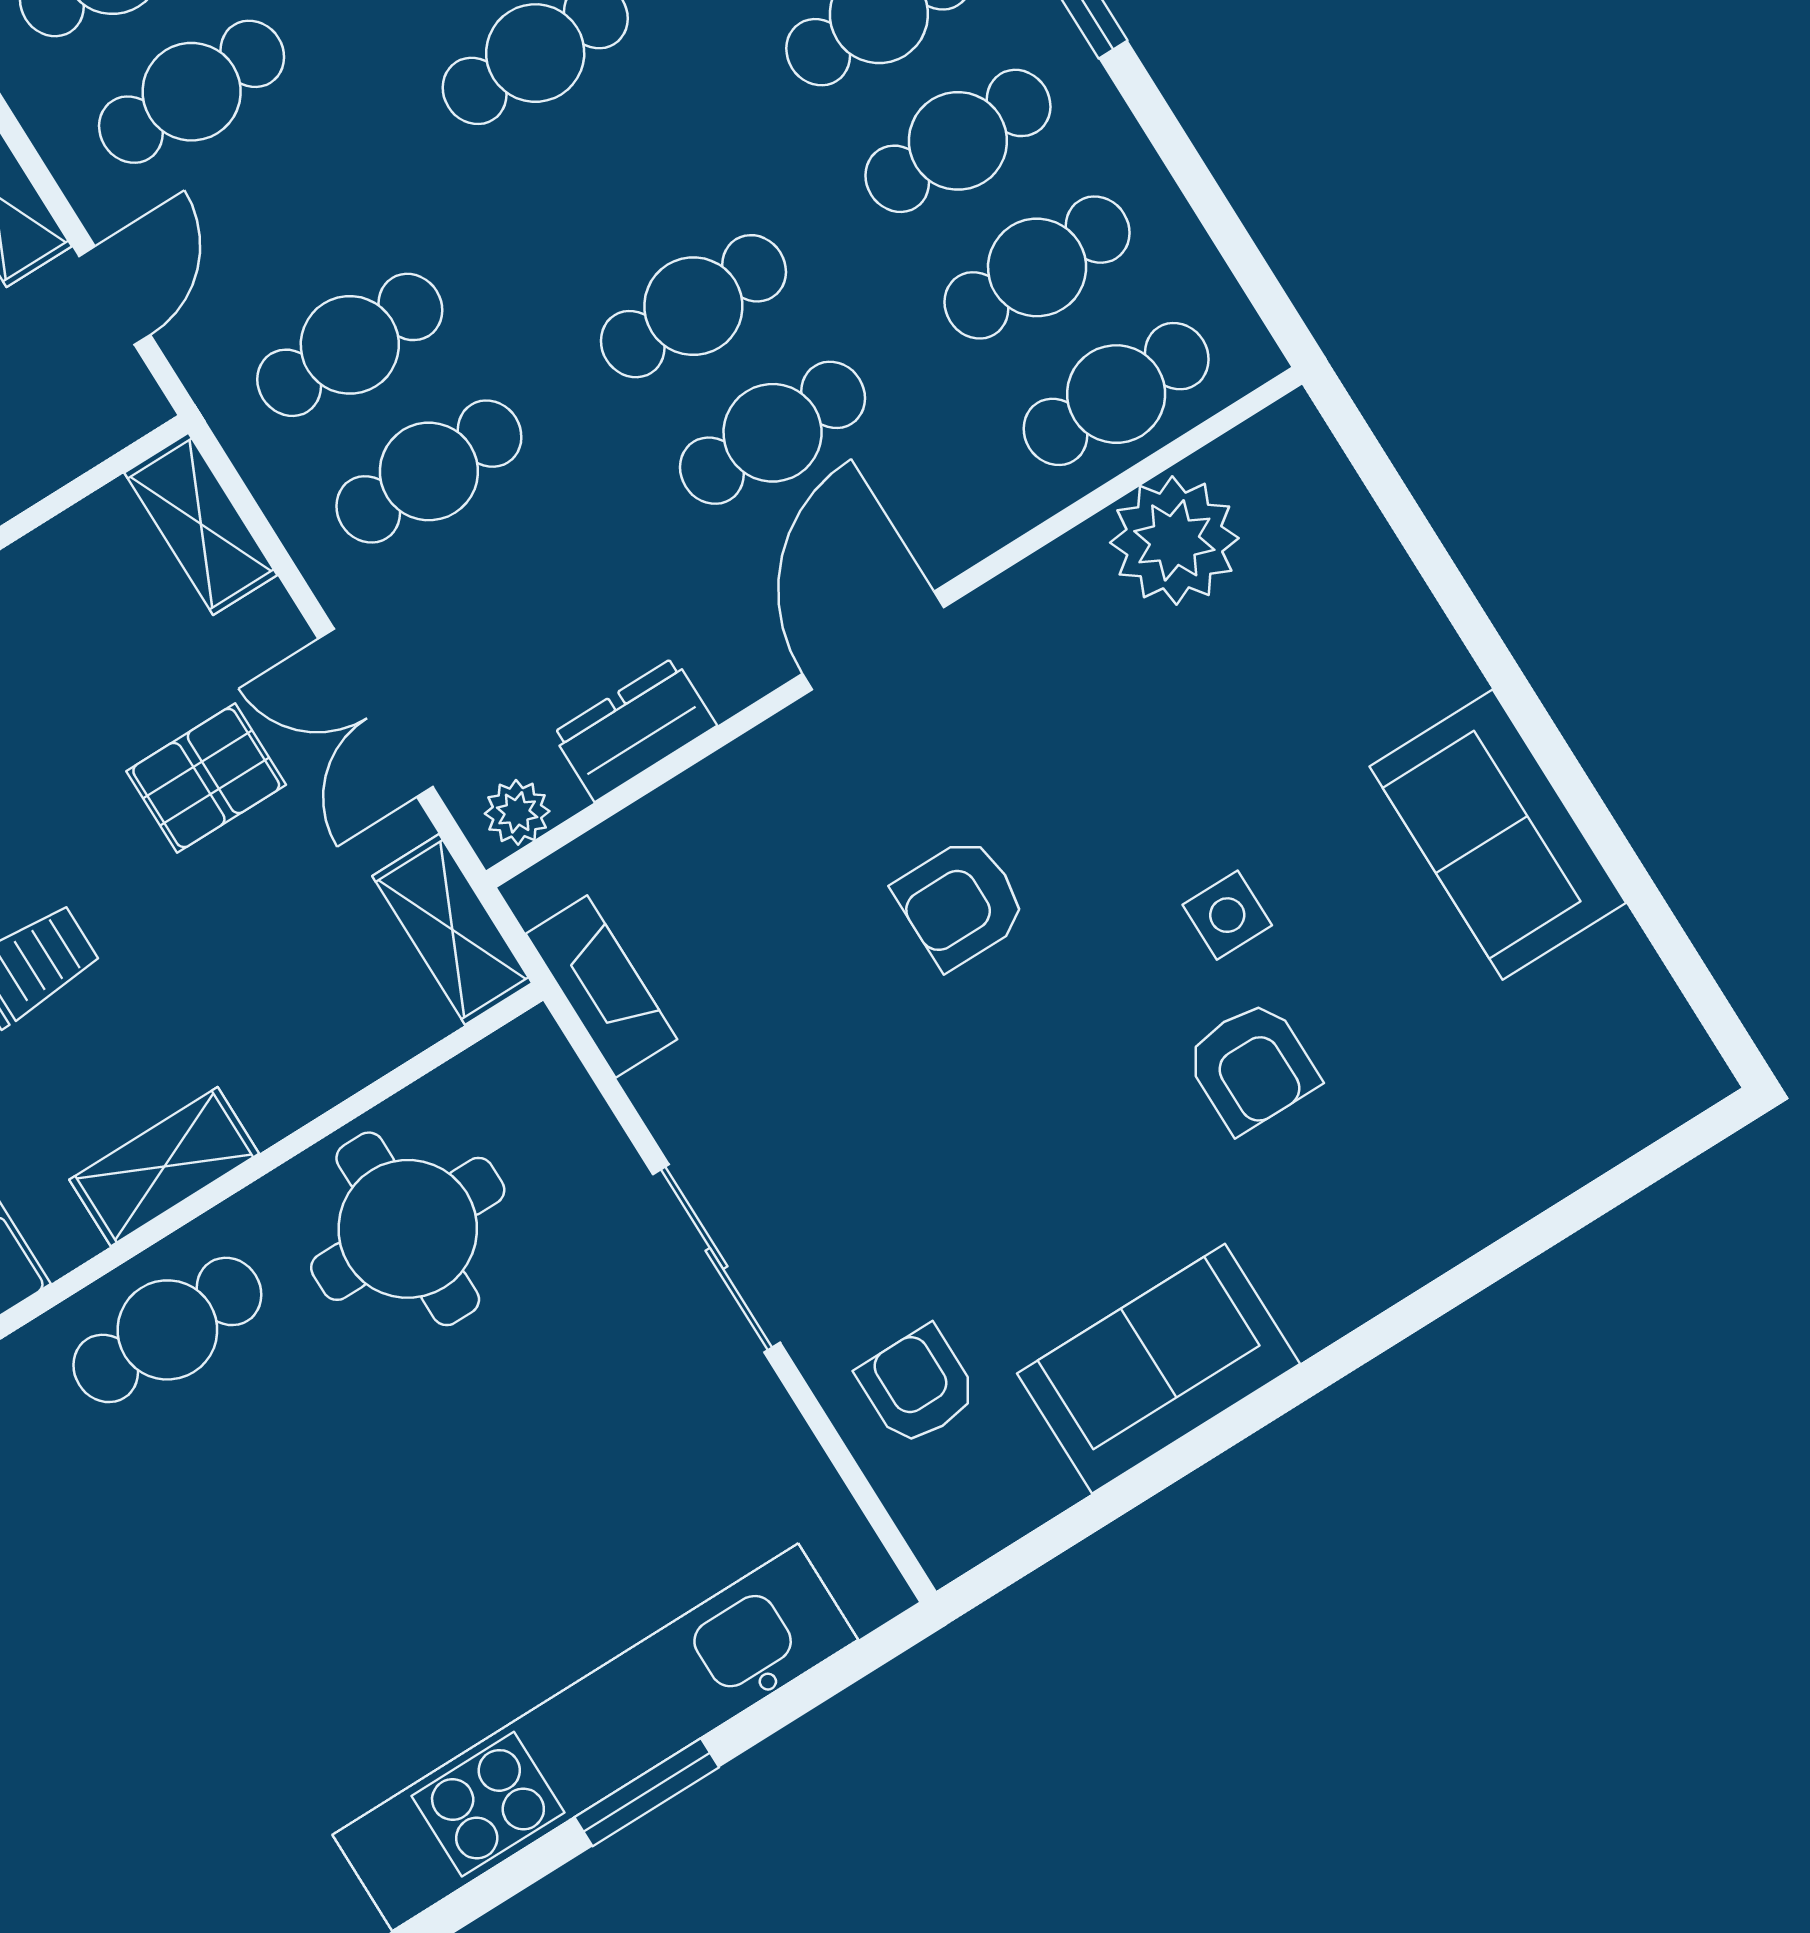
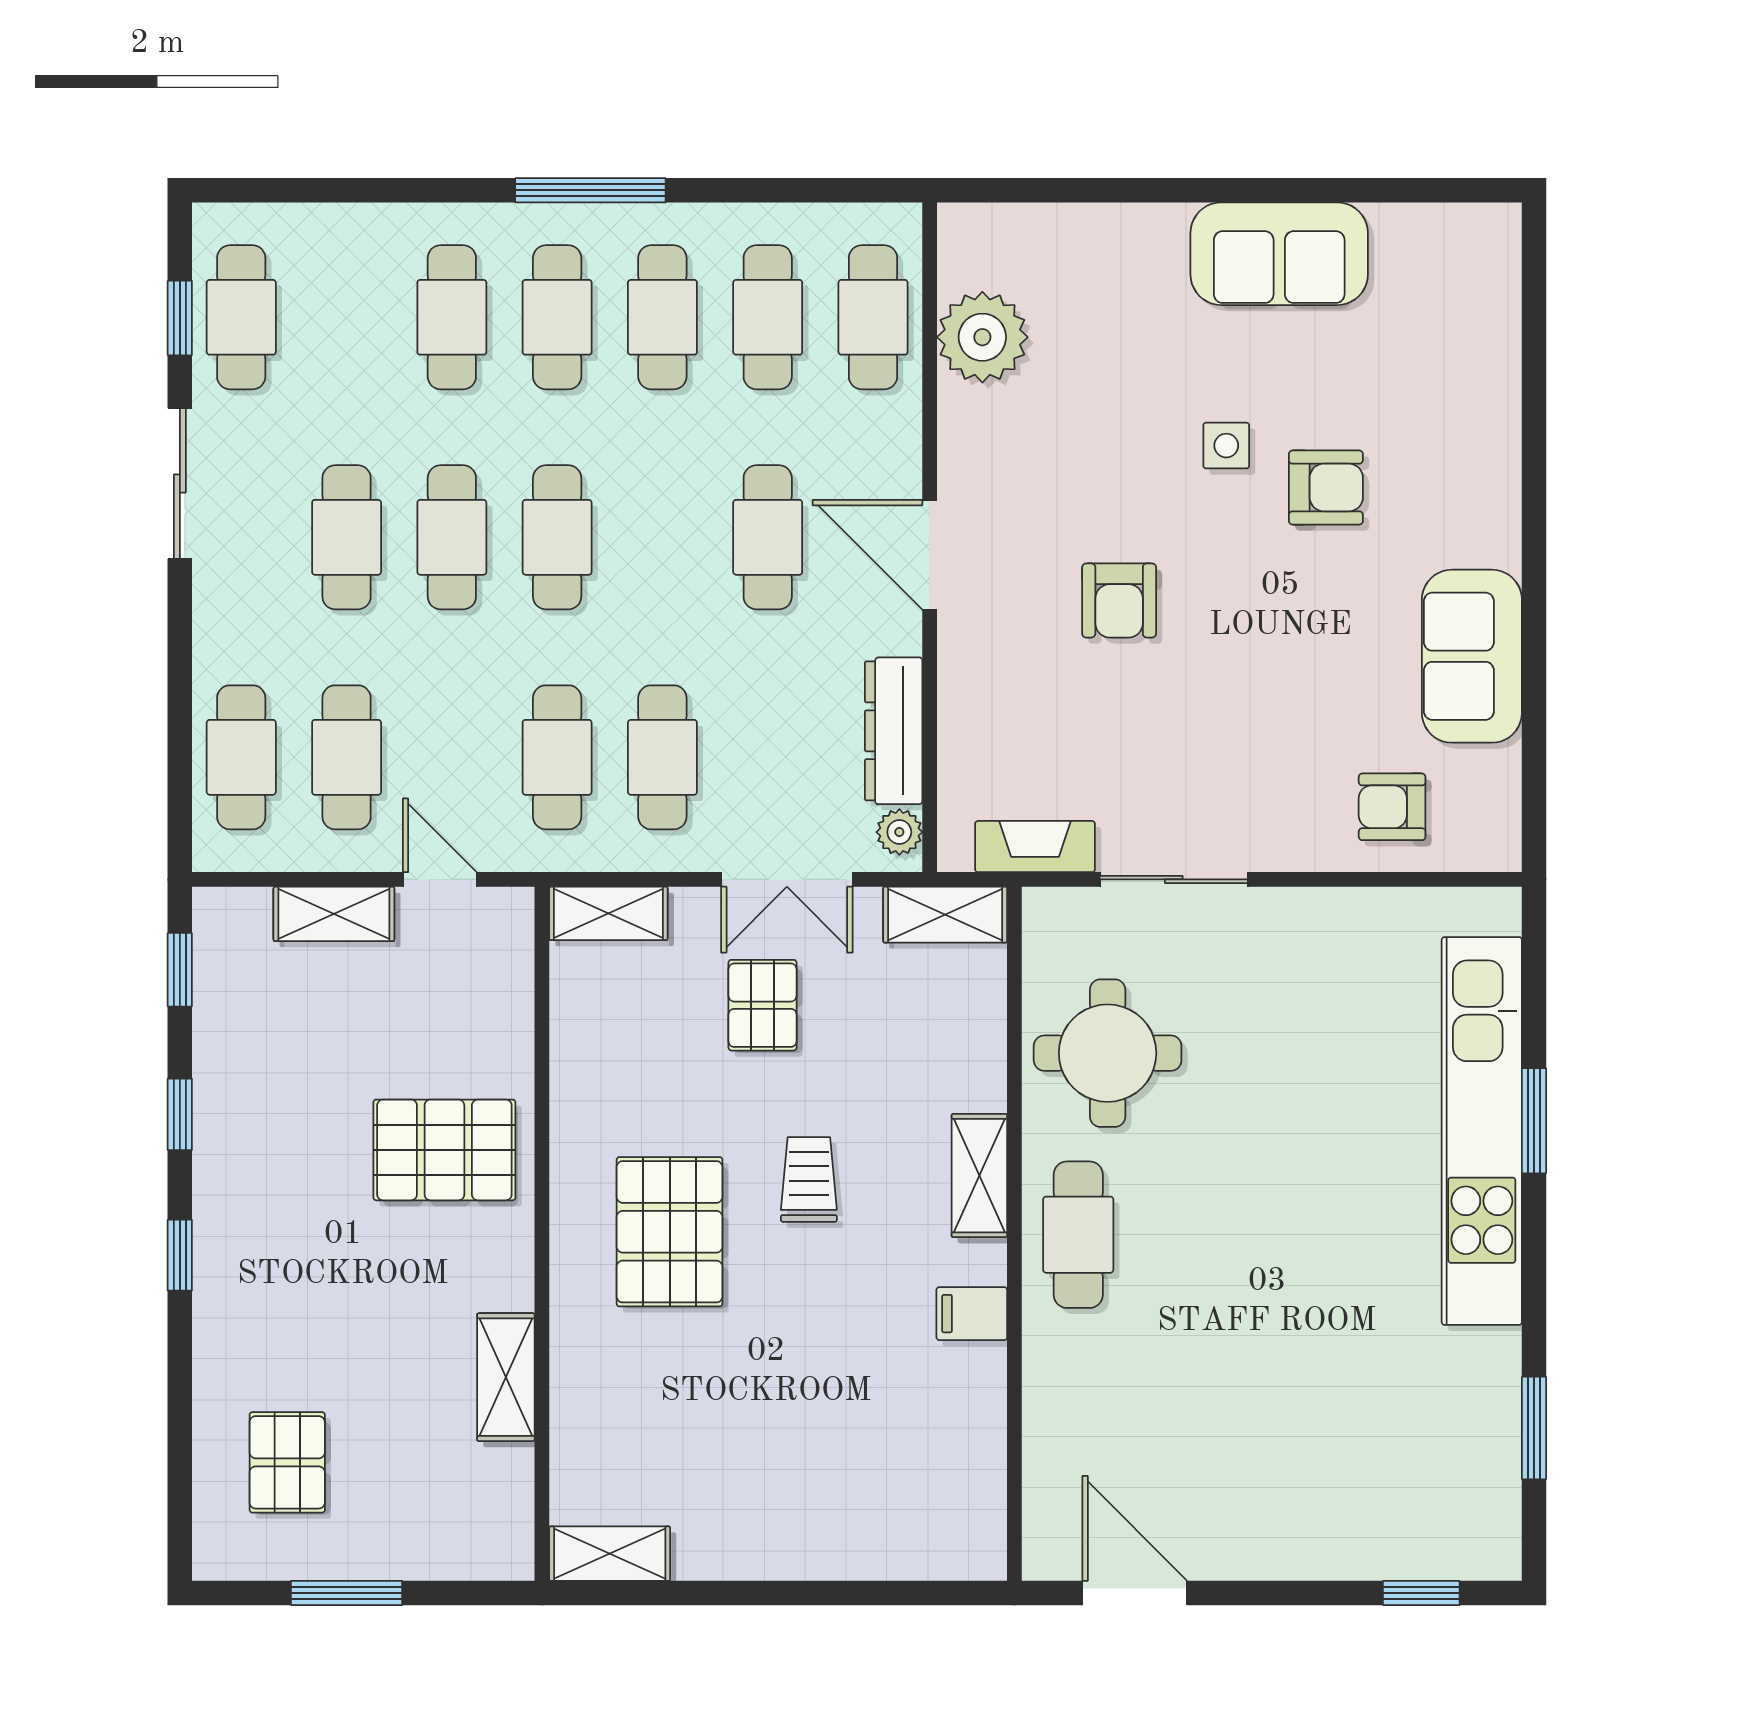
cafe table: (693, 306) -> (557, 537), moved
dresser: (634, 729) -> (894, 731), width x1.44
sliding door: (716, 1258) -> (1174, 879), moved

